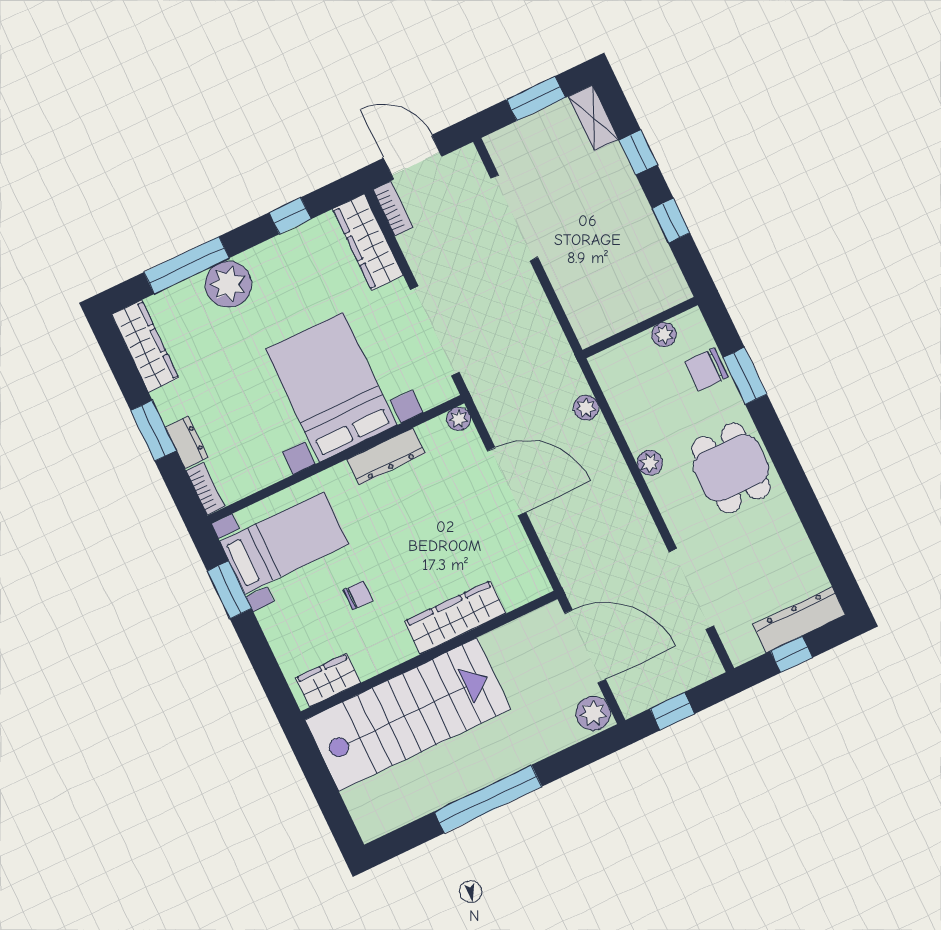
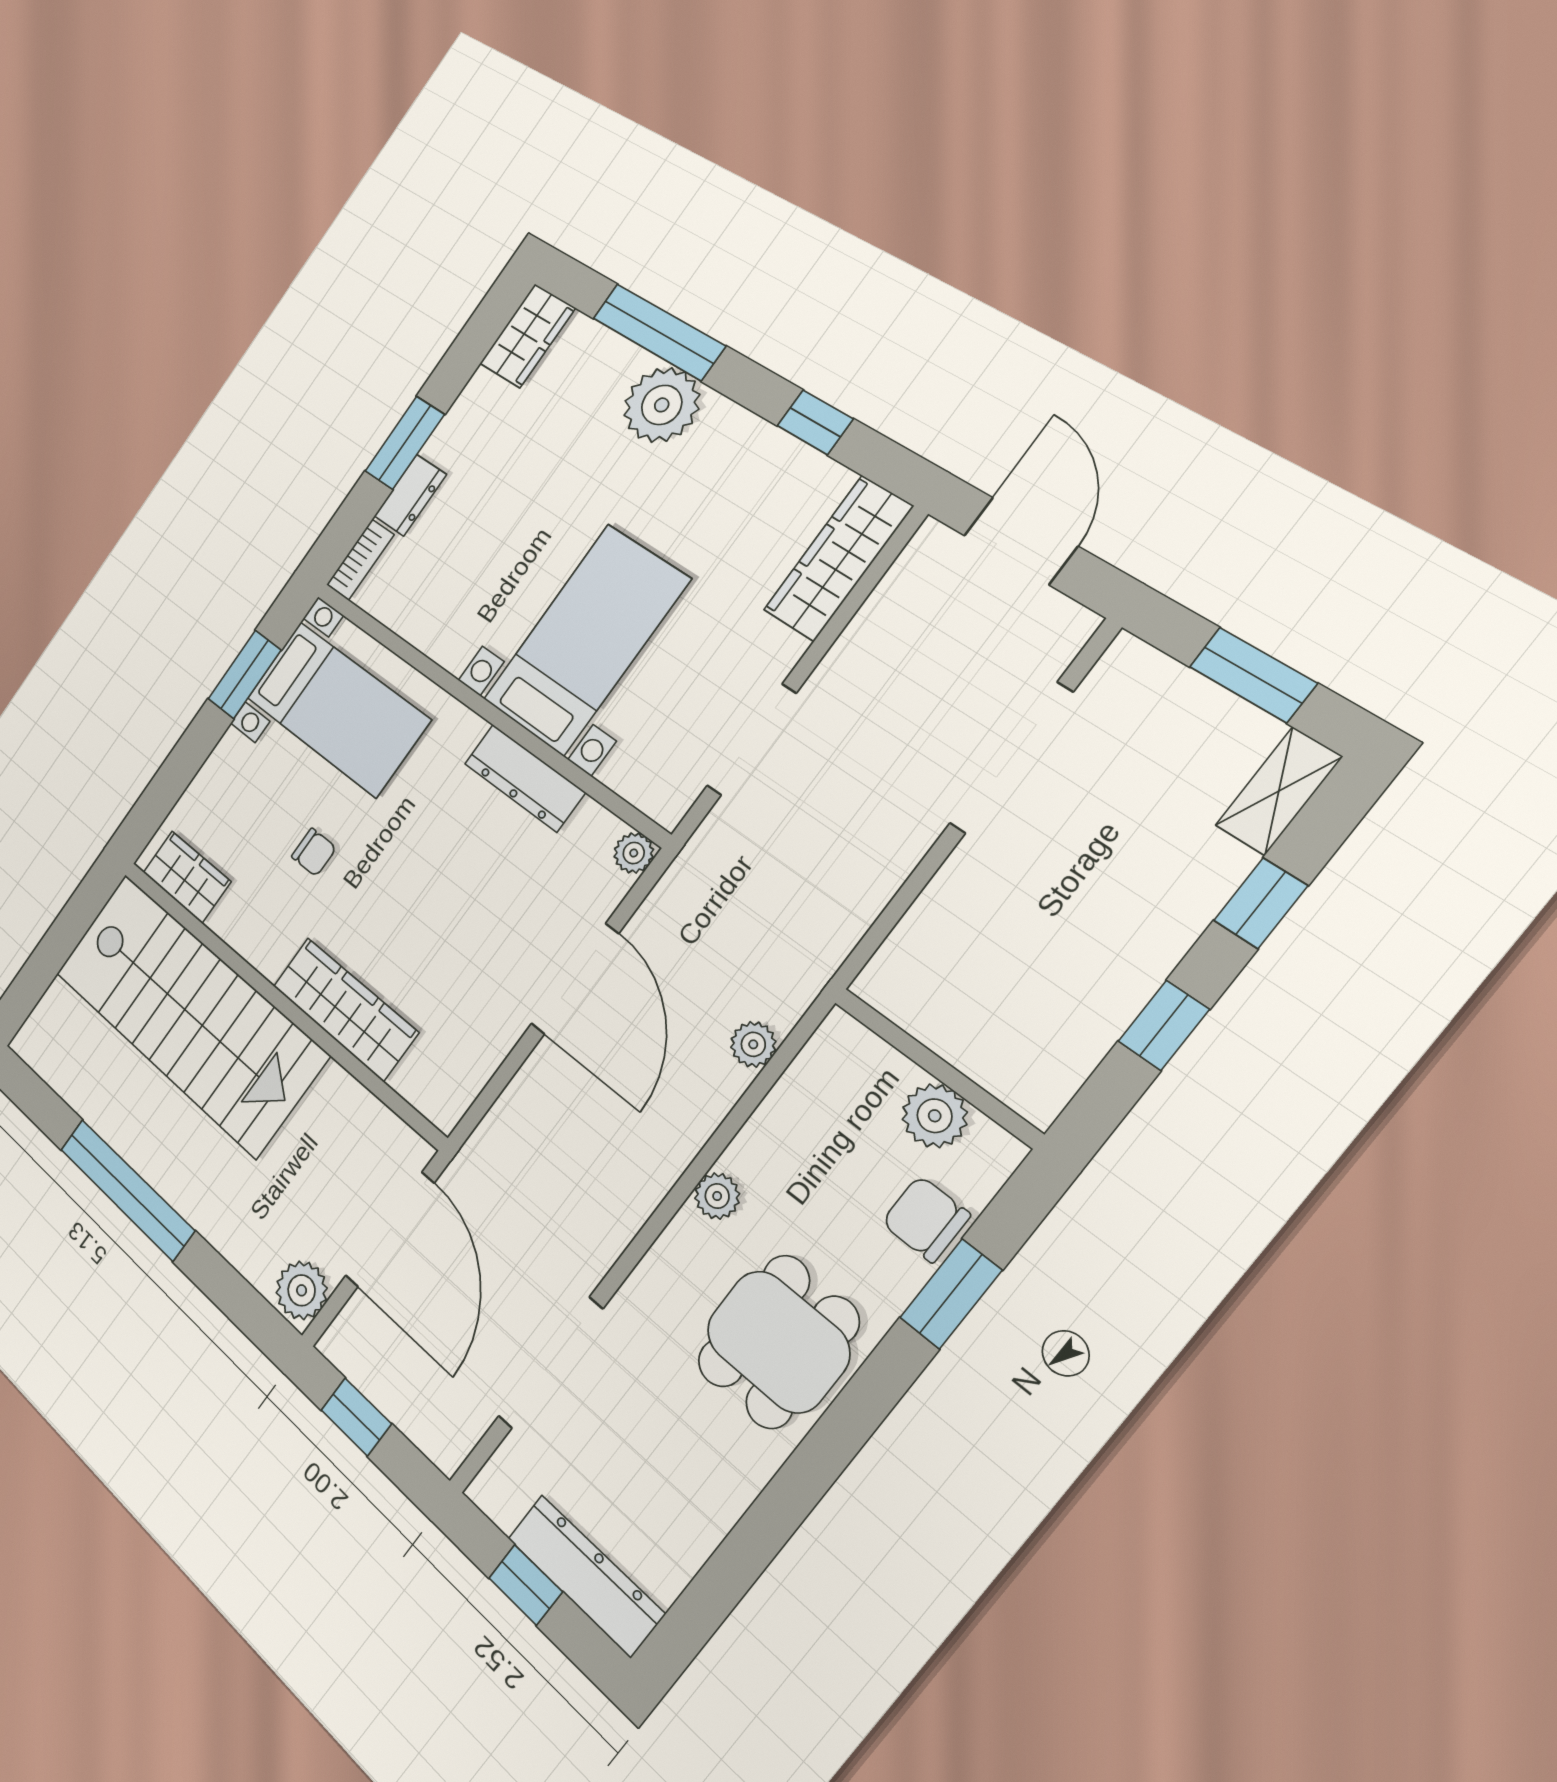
bookcase: (393, 209) -> (915, 562), removed
doorway: (435, 331) -> (752, 740), width x0.73
plant: (664, 335) -> (935, 1116), width x1.38, depth x1.38
wardrobe: (145, 346) -> (527, 336), width x0.67
bed with nightstands: (331, 387) -> (586, 640), width x0.73

